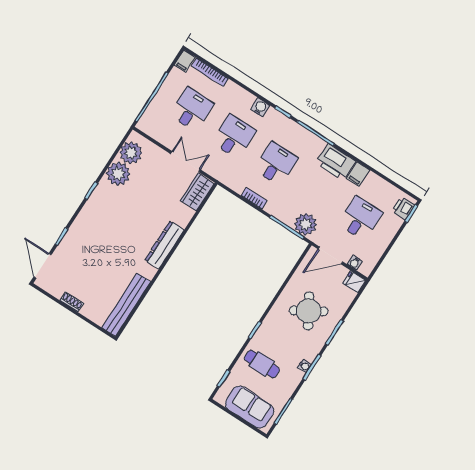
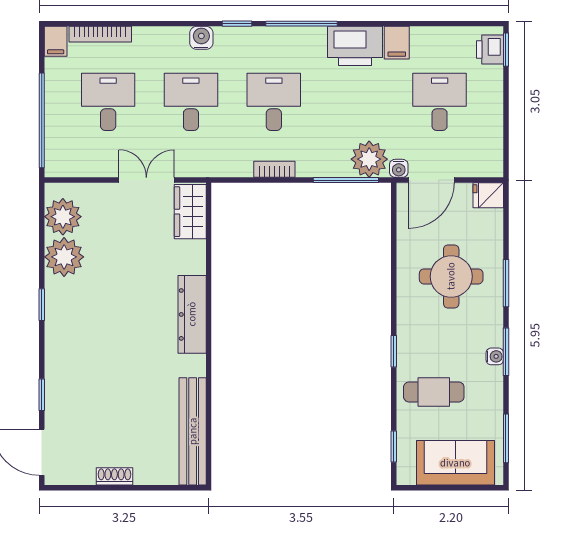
water cooler: (355, 263) -> (399, 168), moved
round table: (309, 311) -> (451, 276), turned 31

